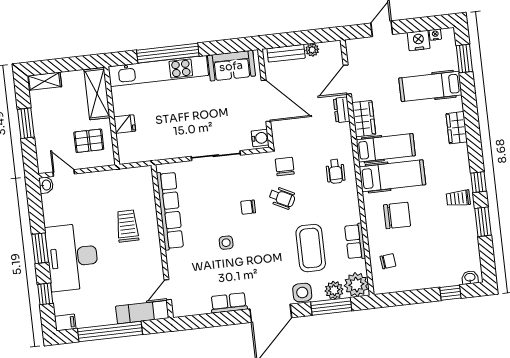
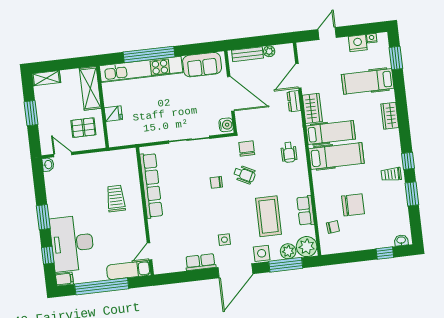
chair: (397, 216) -> (353, 205), moved
side table: (226, 243) -> (224, 240), moved
desk: (72, 257) -> (72, 243), moved

